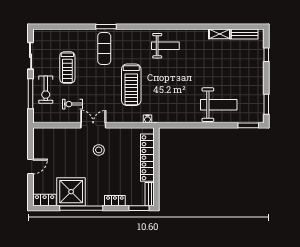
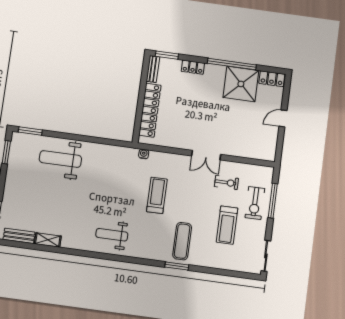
sliding door: (31, 56) -> (266, 256), moved
treadmill: (67, 67) -> (227, 225), turned 180
treadmill: (131, 85) -> (157, 195), width x0.73, depth x0.73
exercise bike: (46, 90) -> (255, 203), turned 180
stool: (99, 150) -> (204, 126), removed

